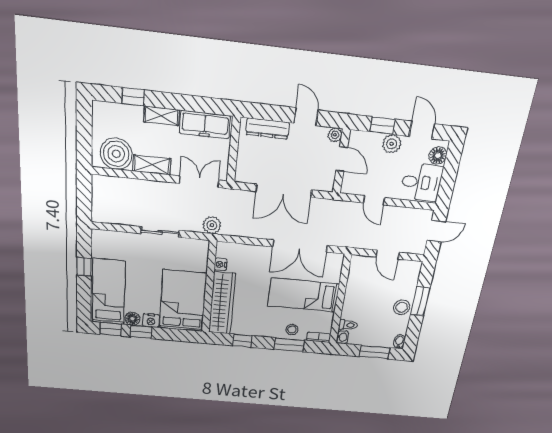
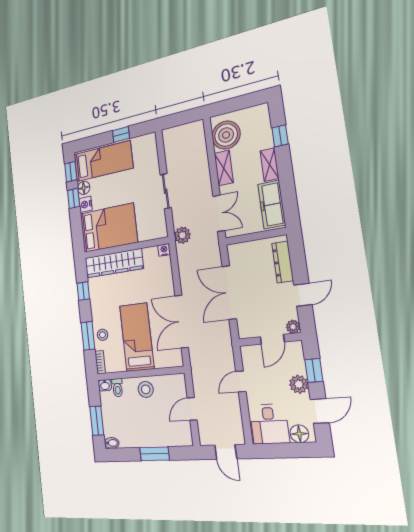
nightstand: (221, 264) -> (164, 250), moved
stool: (402, 307) -> (146, 389), moved

